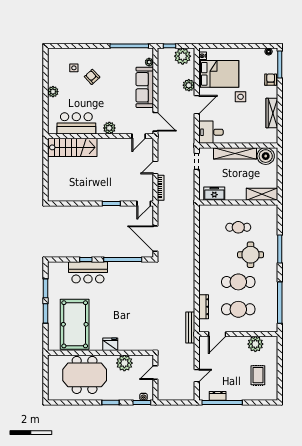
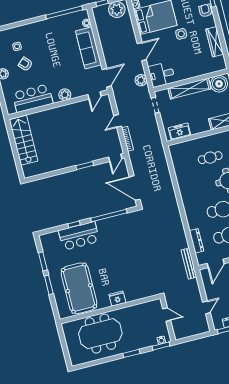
armchair: (92, 77) -> (25, 64), moved
plant: (189, 85) -> (141, 80), moved
door: (155, 122) -> (107, 78), hinge flipped
stairs: (73, 147) -> (24, 140), moved, turned -90
plant: (124, 363) -> (135, 313), removed
door: (155, 373) -> (167, 315), swing flipped

